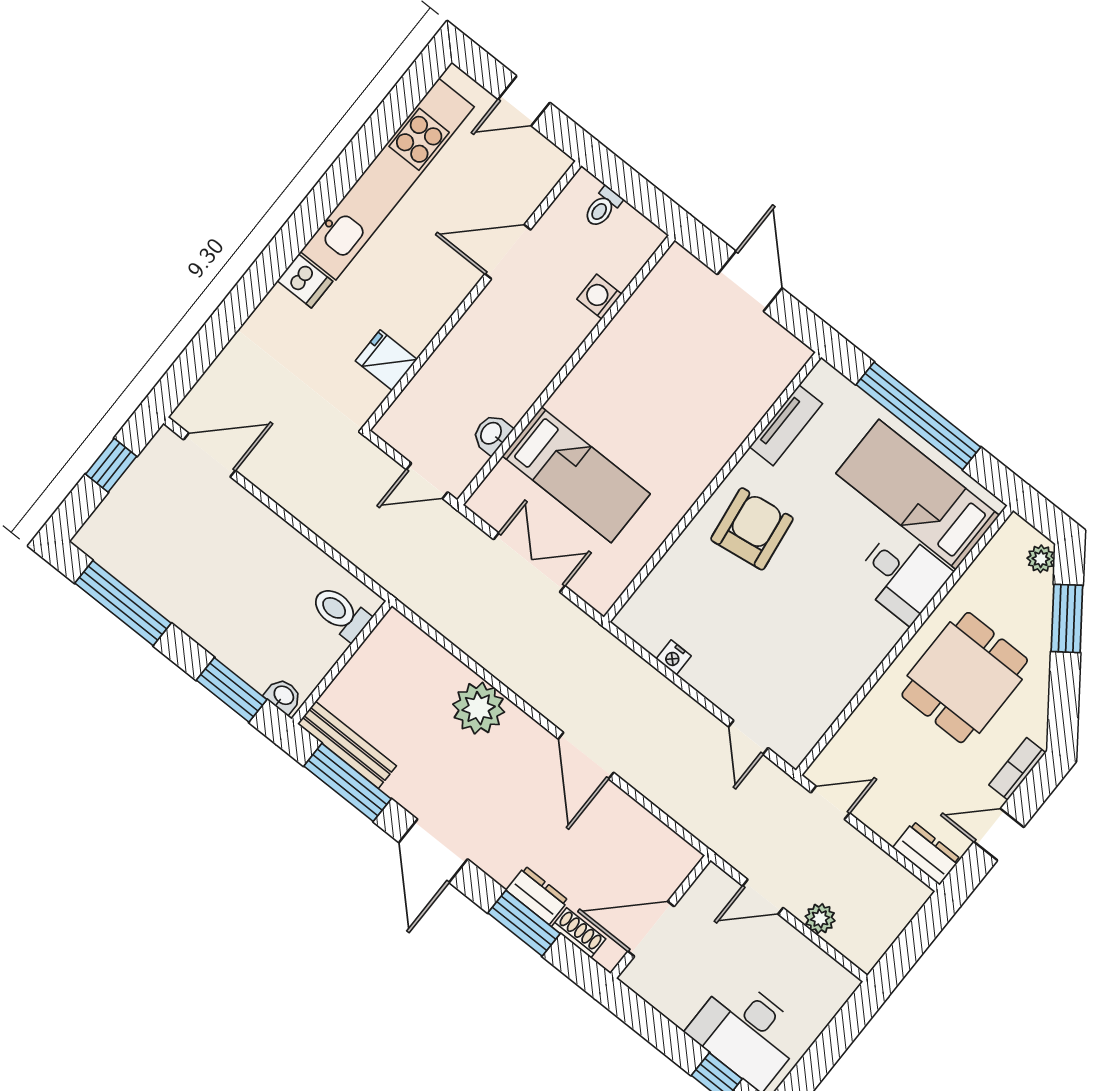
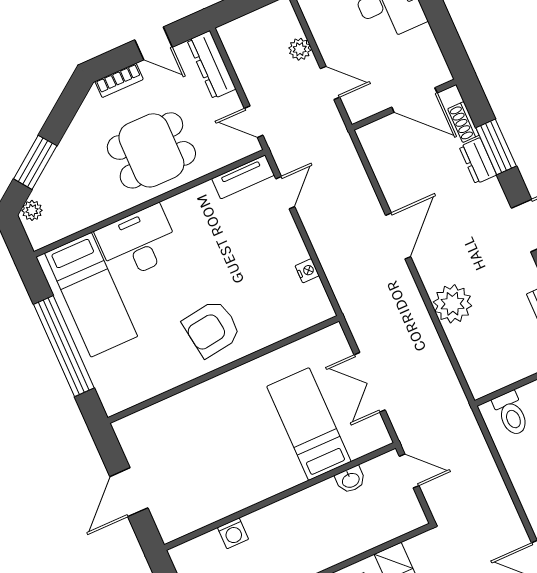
tv unit: (786, 425) -> (243, 177), moved, turned 180
desk: (902, 576) -> (138, 242), width x1.37
dining table: (965, 678) -> (151, 150), moved
dresser: (927, 853) -> (211, 65), width x1.44

